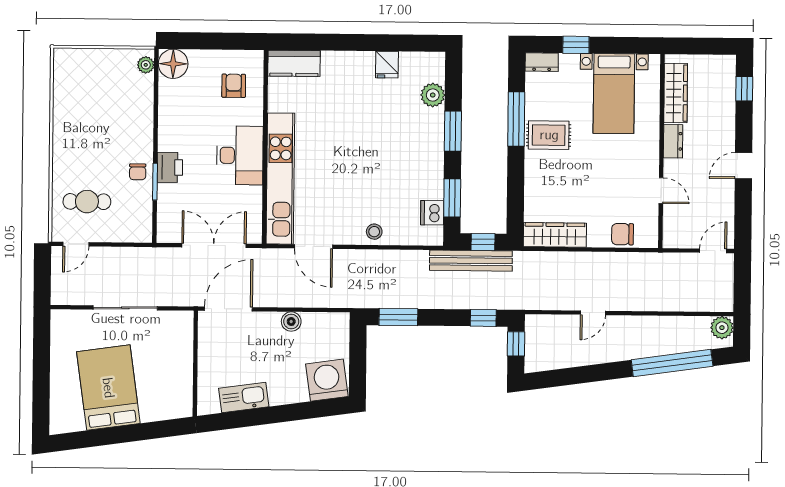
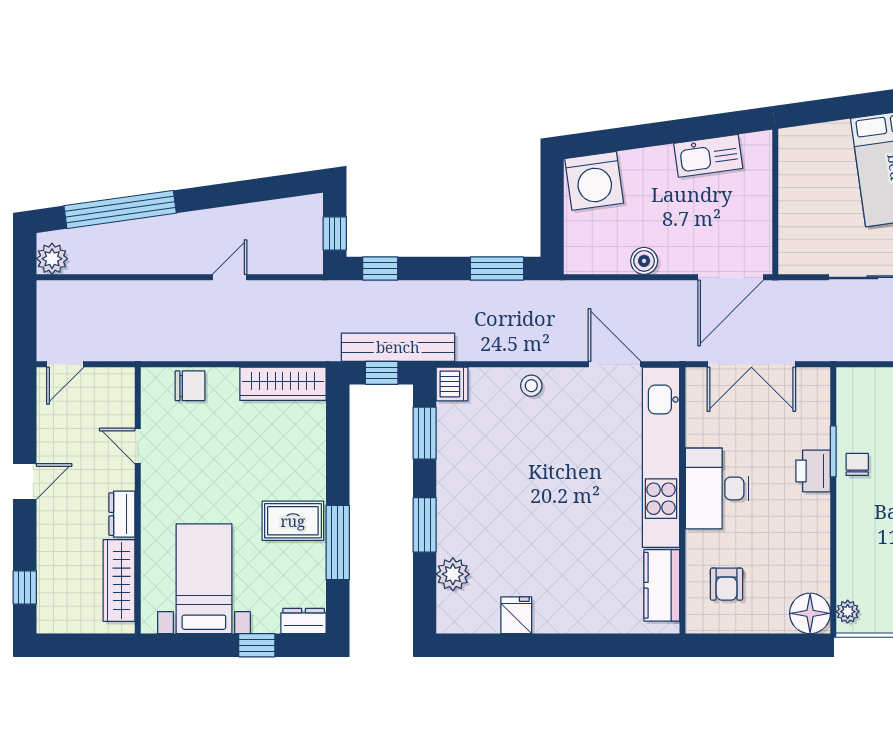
kitchen counter: (294, 63) -> (662, 585), moved, turned -90
dishwasher: (432, 213) -> (452, 384), moved

